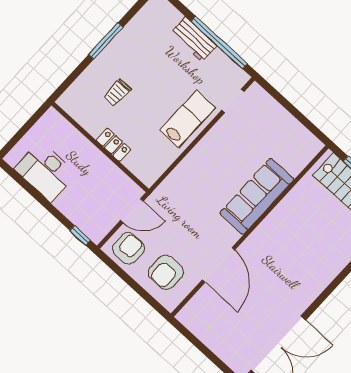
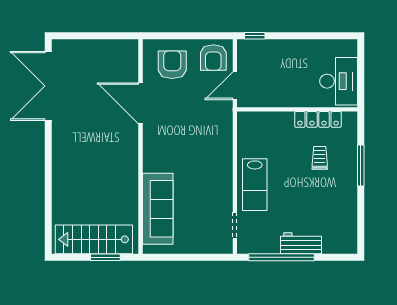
window: (106, 41) -> (361, 165), moved
locker: (113, 145) -> (318, 119), moved, width x1.53
desk: (45, 171) -> (339, 81), moved, turned 90
sofa: (257, 196) -> (158, 209), moved

